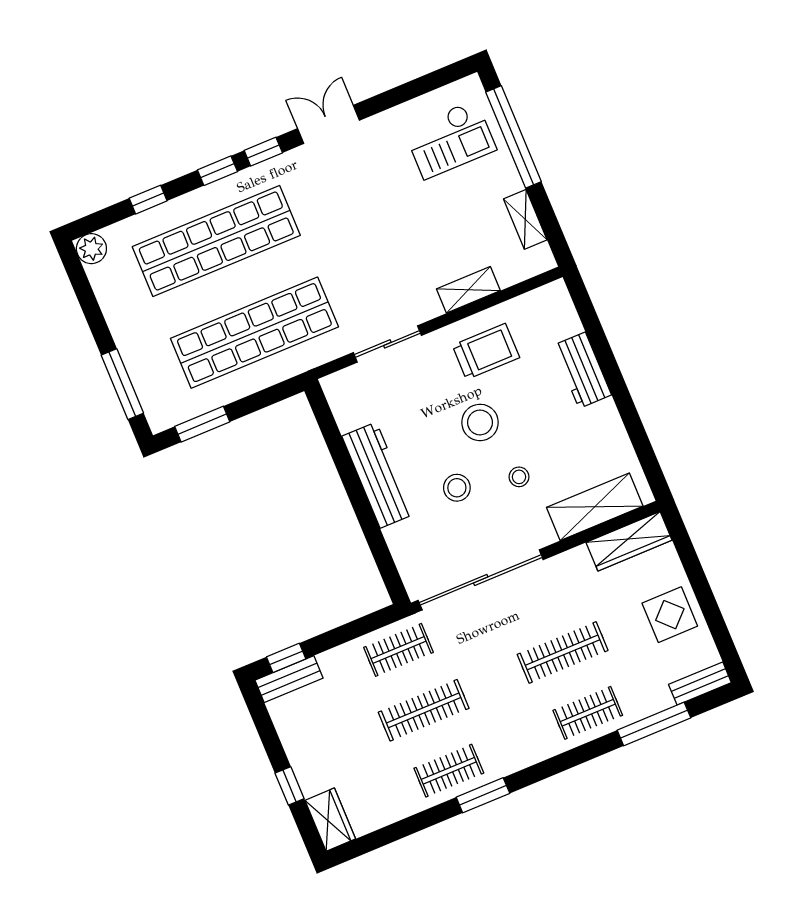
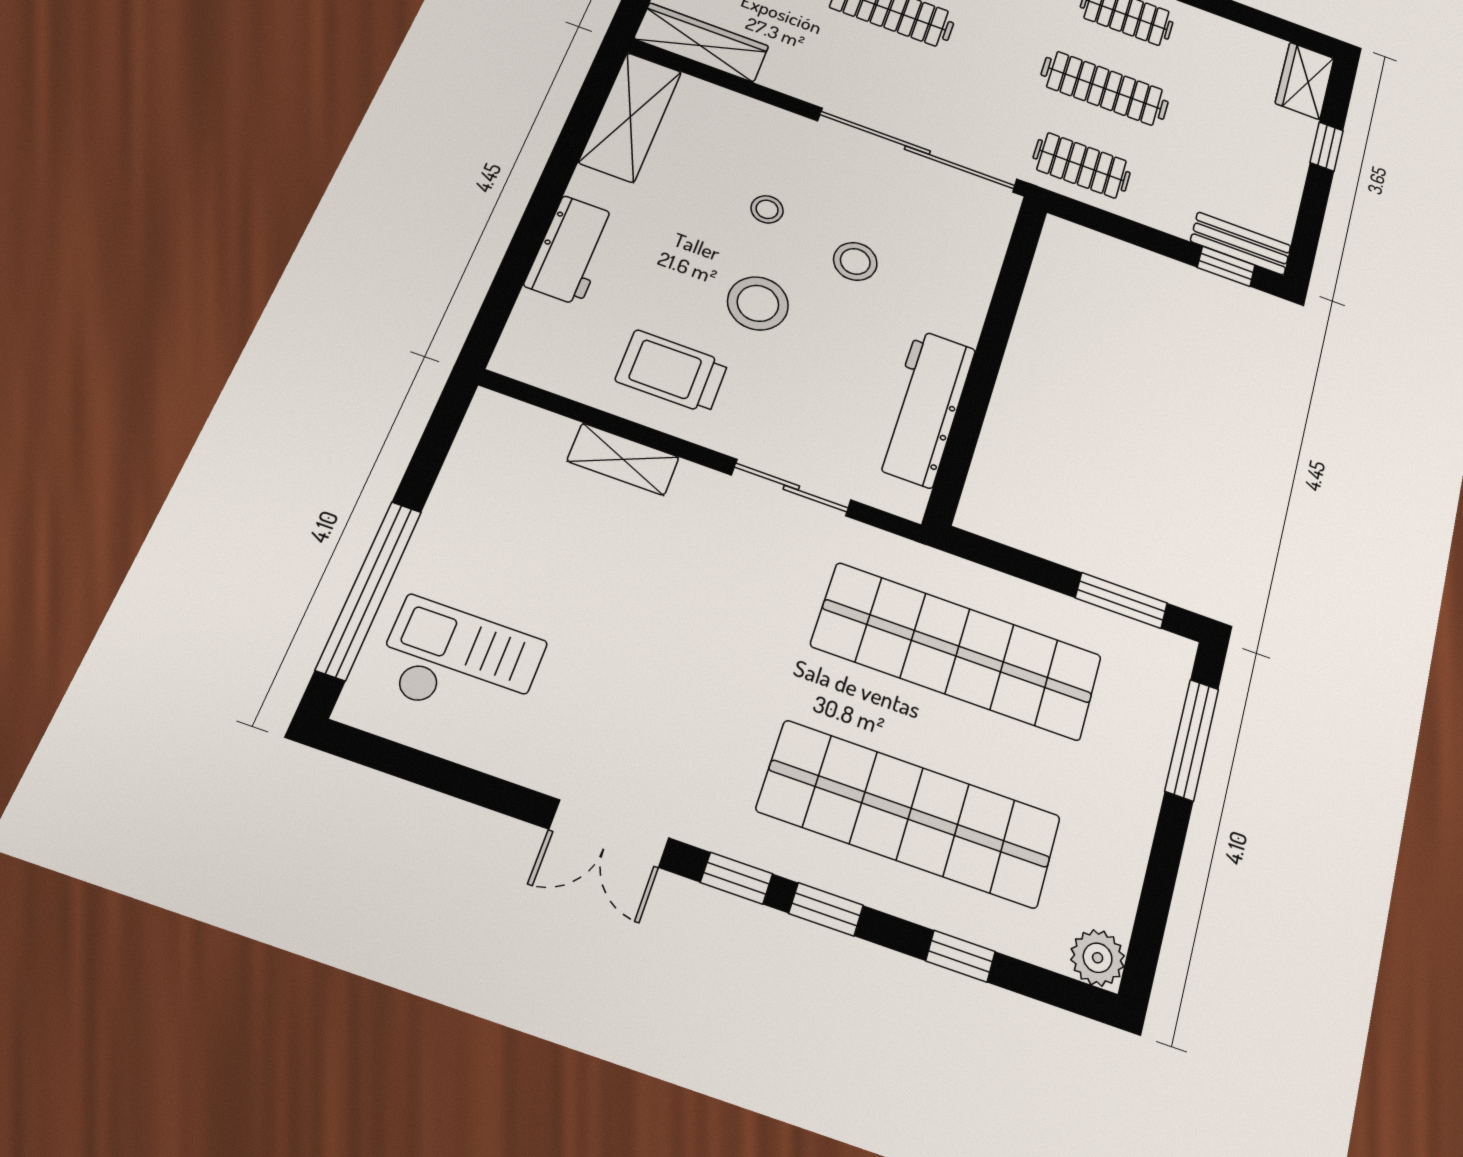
shelving: (525, 219) -> (462, 476), removed
workbench: (378, 475) -> (925, 408), moved
shelving: (595, 507) -> (630, 117), moved, turned 90

